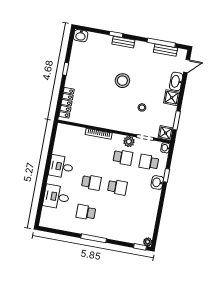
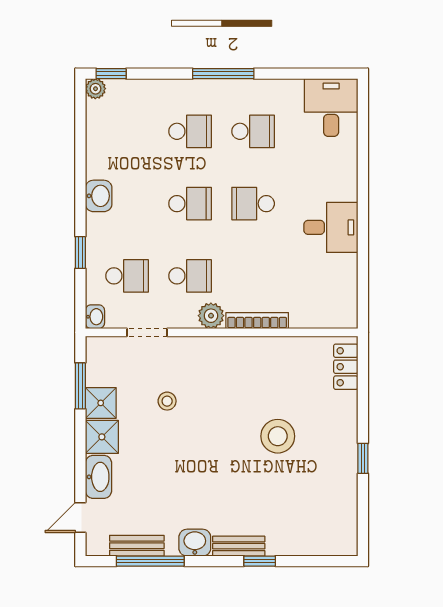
washbasin: (81, 36) -> (195, 543), moved
stool: (122, 81) -> (278, 436), moved
locker: (67, 103) -> (346, 367), width x0.66
shower: (166, 133) -> (101, 403), moved
plant: (129, 141) -> (211, 316), moved
school desk: (123, 157) -> (190, 276), turned 180
washbasin: (157, 182) -> (99, 196), moved
school desk: (117, 187) -> (190, 204), turned 180
desk: (56, 197) -> (331, 107), moved, turned -90
school desk: (112, 217) -> (190, 131), added

